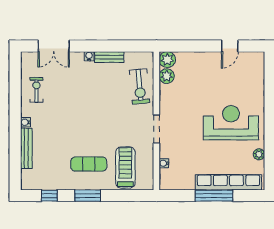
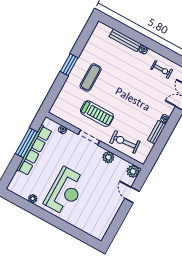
door: (230, 46) -> (132, 195), moved
plant: (167, 76) -> (108, 157), moved
treadmill: (125, 167) -> (97, 114), moved
row of seats: (228, 182) -> (34, 150), moved
window: (49, 196) -> (84, 38), removed
window: (214, 196) -> (26, 143), moved

